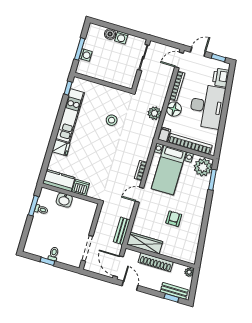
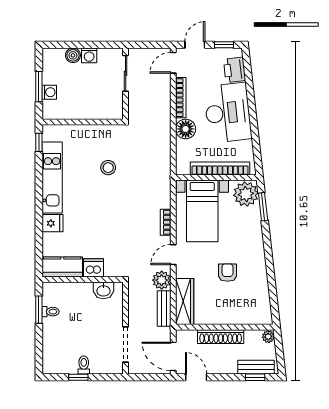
plant: (154, 113) -> (162, 280), moved
filing cabinet: (164, 135) -> (182, 166), removed
washbasin: (64, 200) -> (103, 290), moved
wardrobe: (145, 243) -> (185, 302), moved, turned 90

